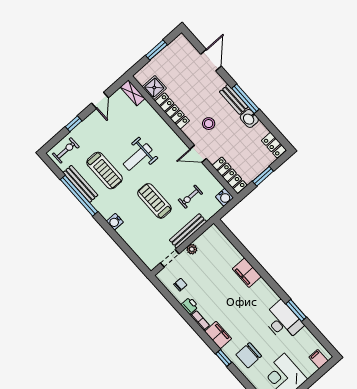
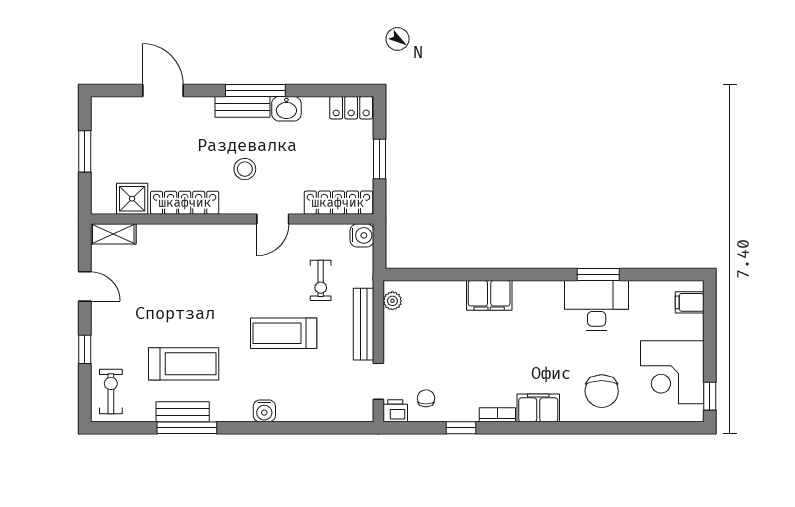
weight bench: (138, 157) -> (205, 303), removed
bench: (80, 184) -> (183, 412), width x0.73
window: (79, 196) -> (187, 428), width x0.68
plant: (192, 249) -> (392, 301), moved
printer: (190, 306) -> (395, 411), moved
window: (224, 358) -> (461, 428), moved

